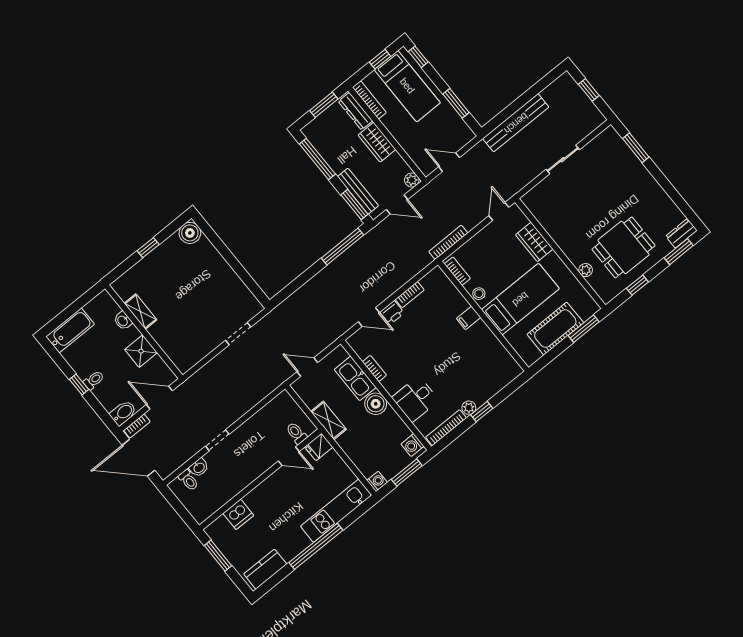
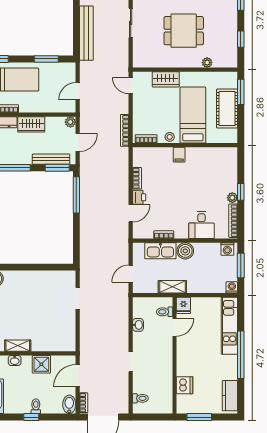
dining table: (624, 247) -> (184, 31), moved, turned 90
washbasin: (199, 468) -> (138, 325), moved

